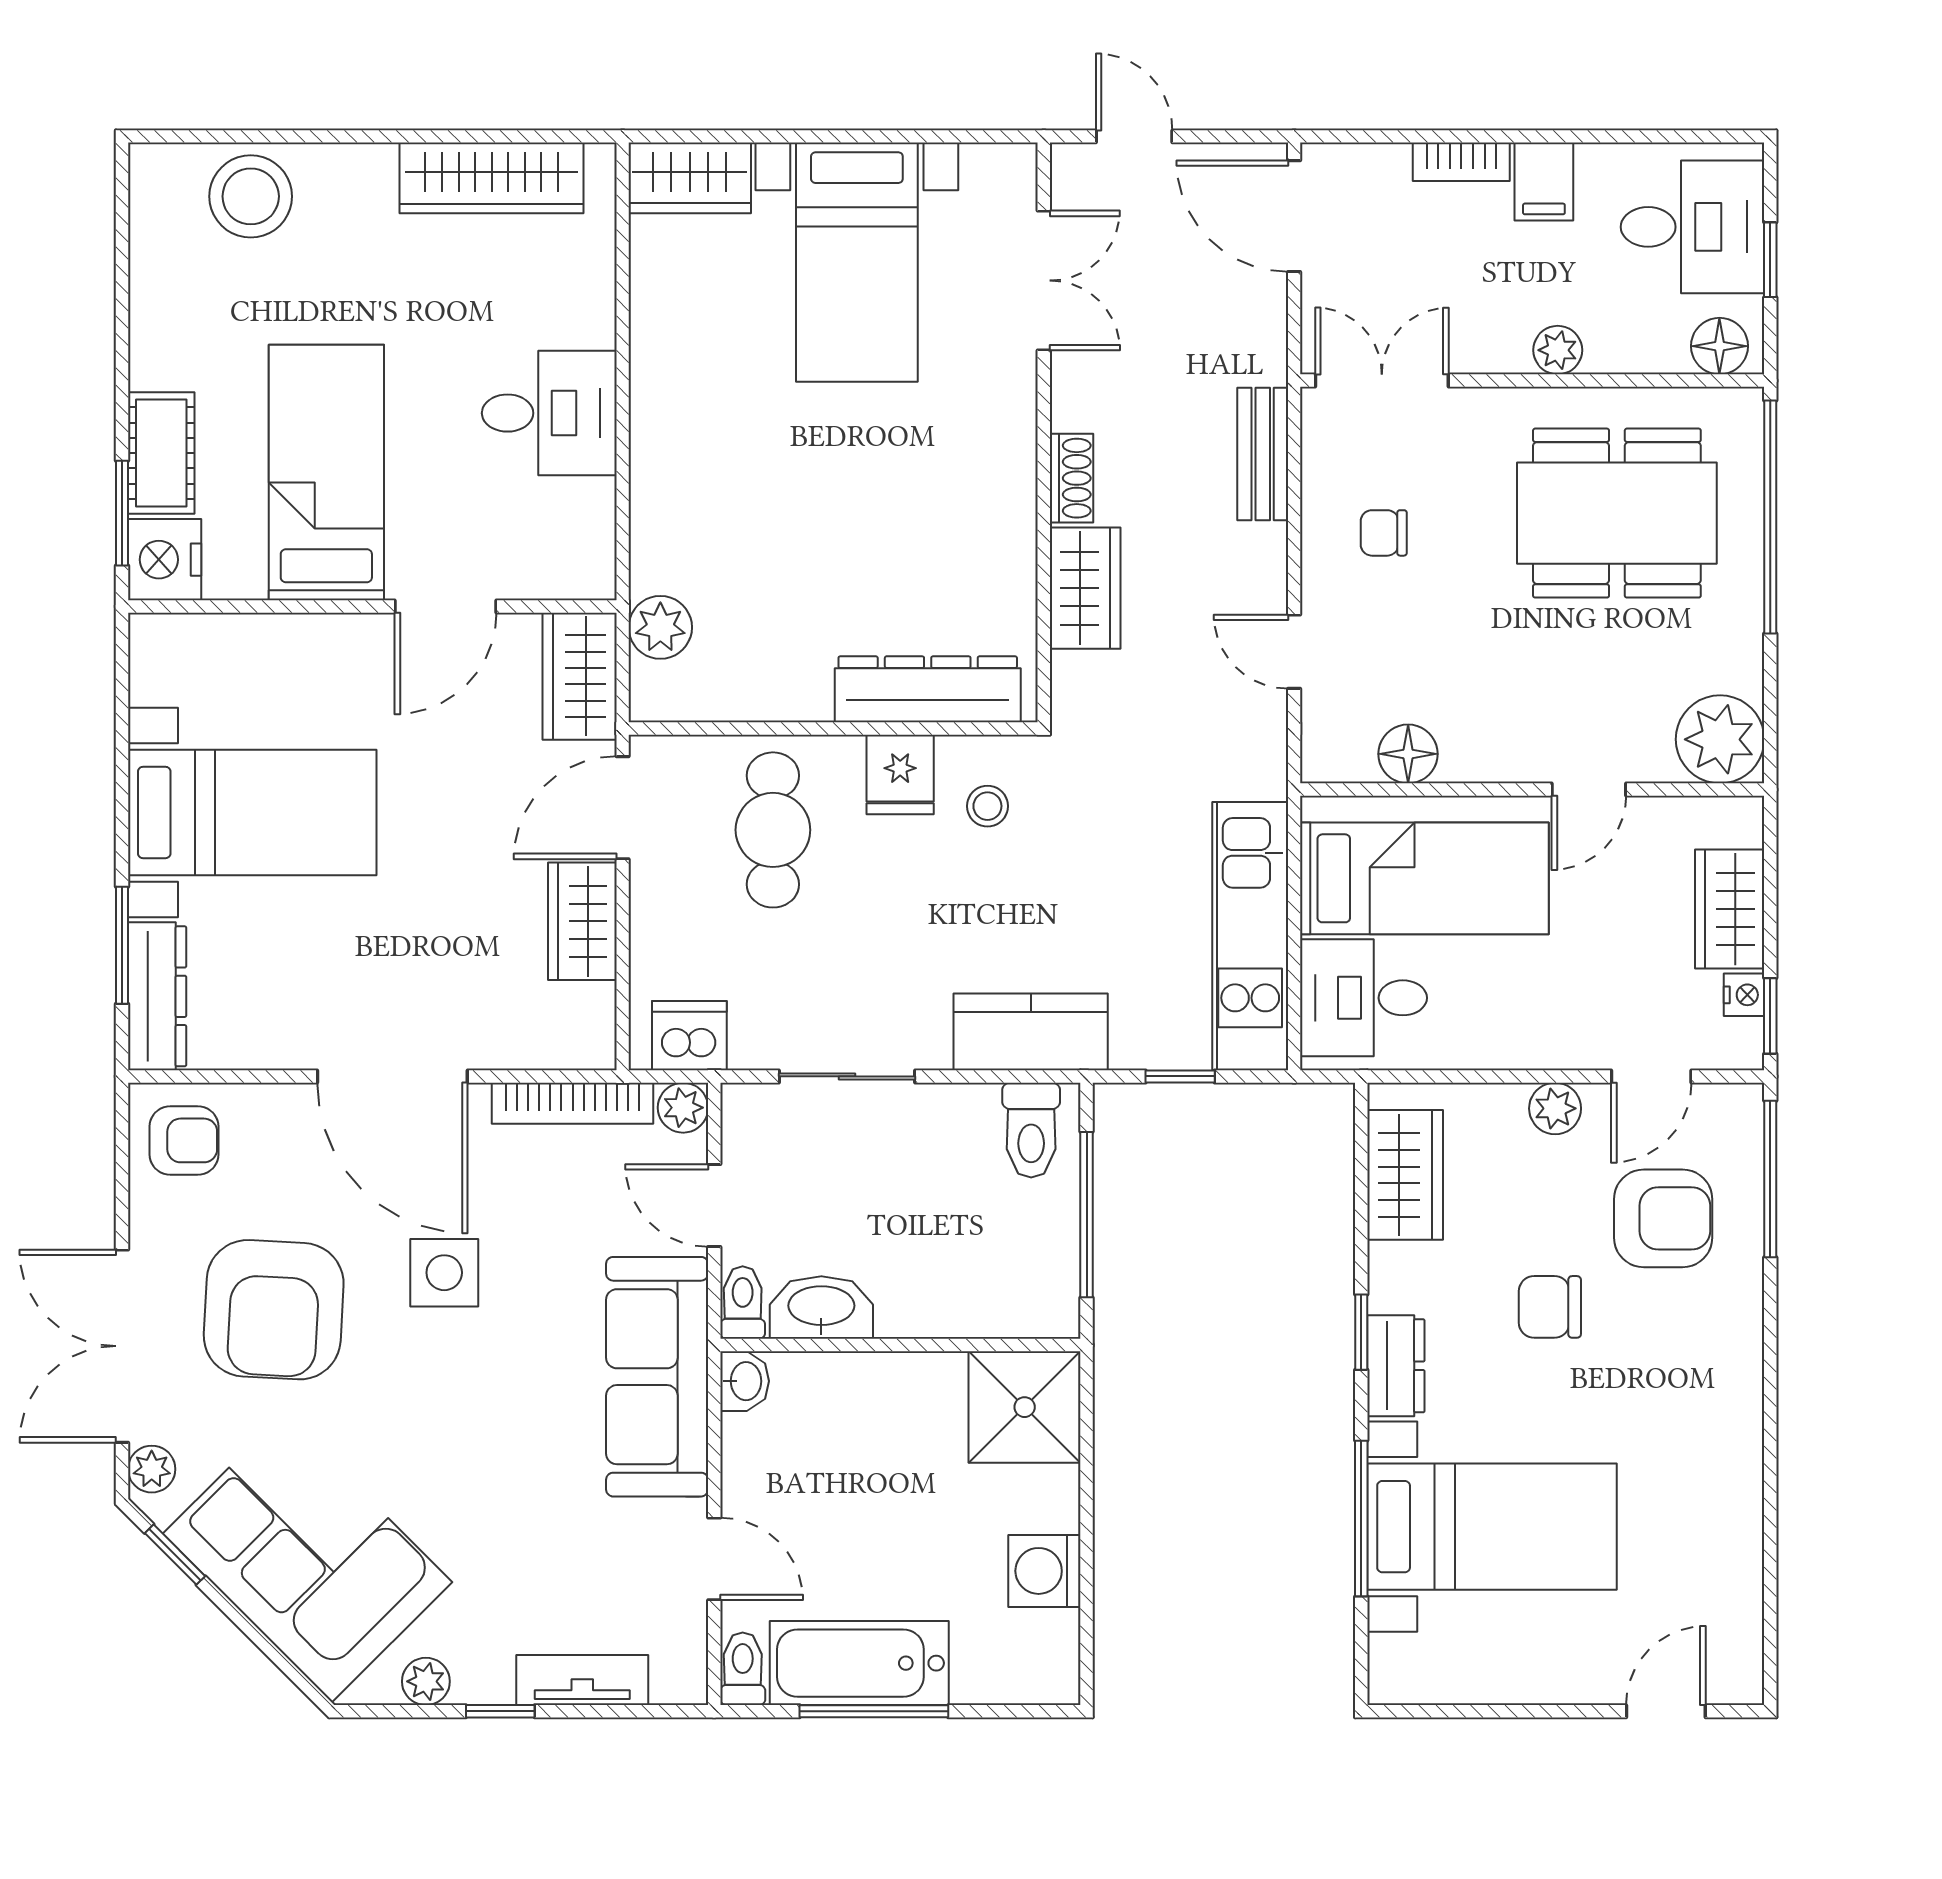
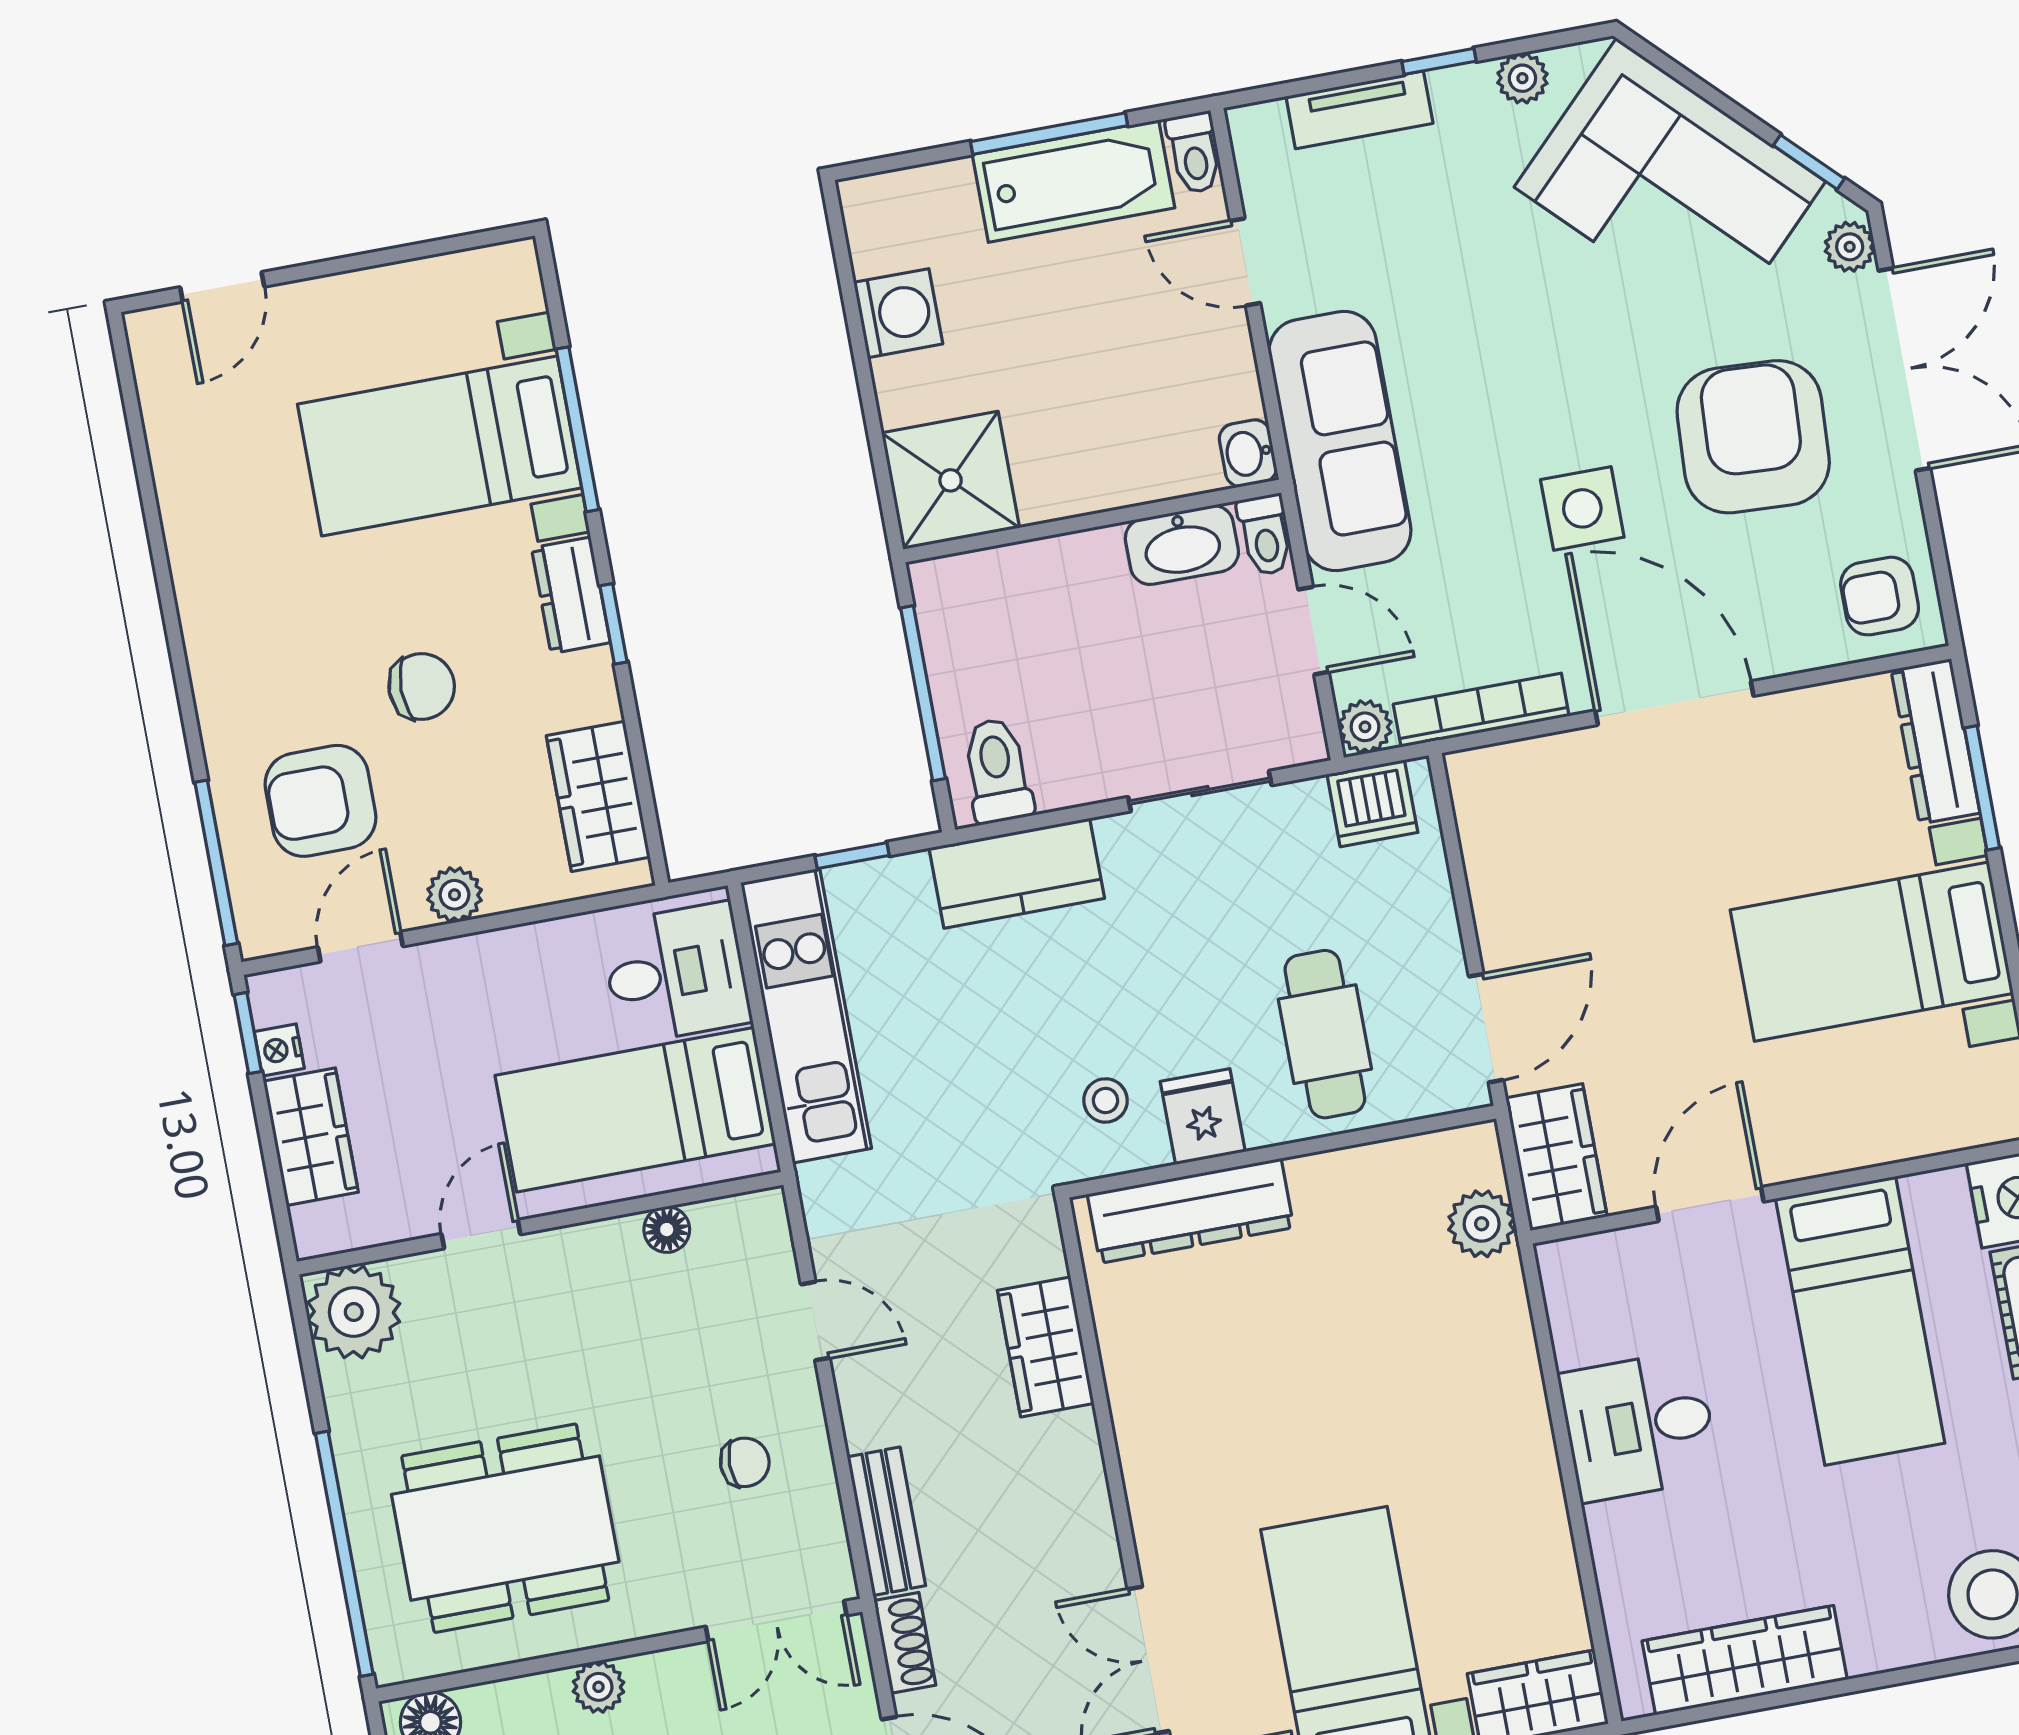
shoe rack: (1072, 478) -> (905, 1643), moved, turned 180
floor lamp: (1408, 754) -> (667, 1230), width x0.73, depth x0.73
wardrobe: (582, 921) -> (1506, 902), removed

